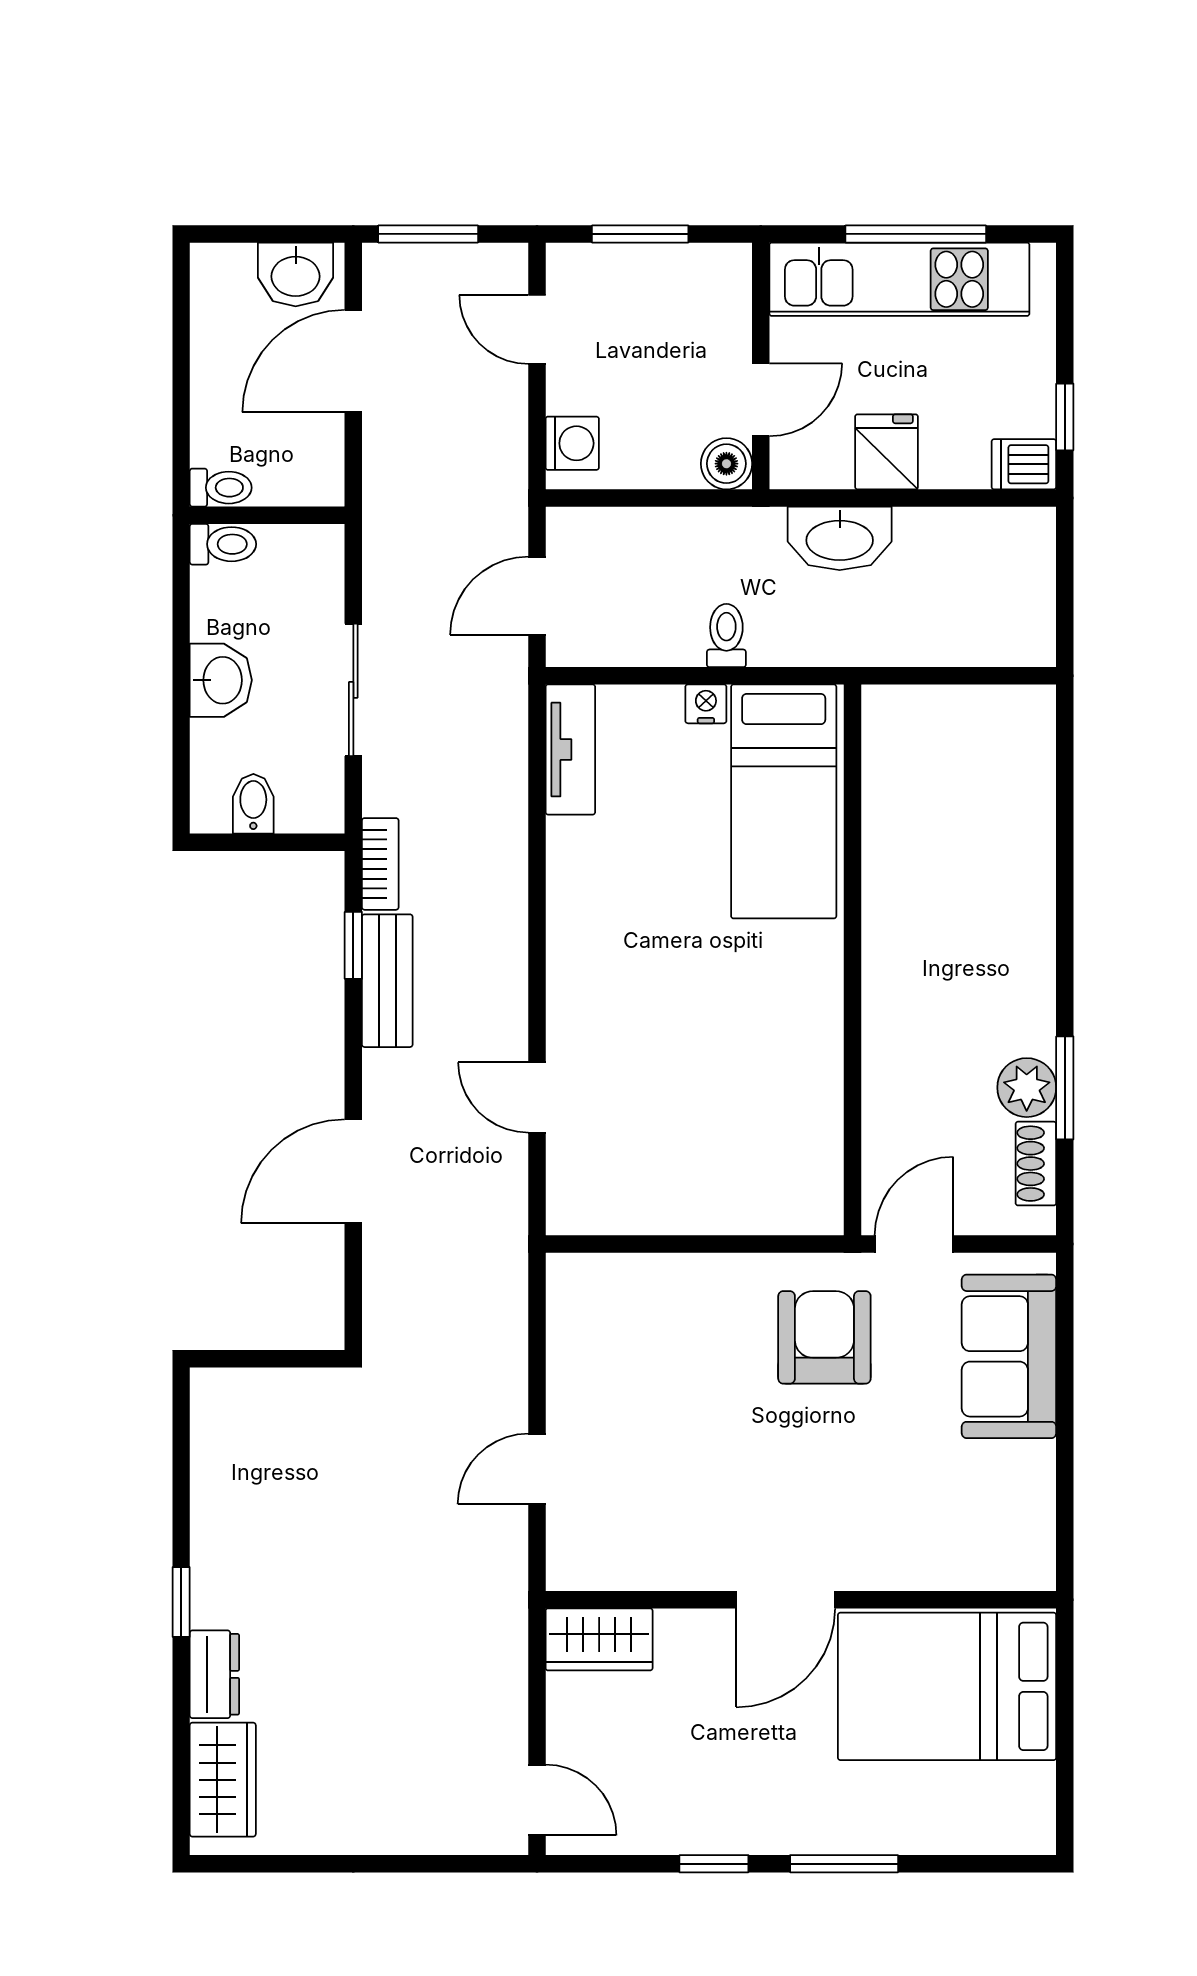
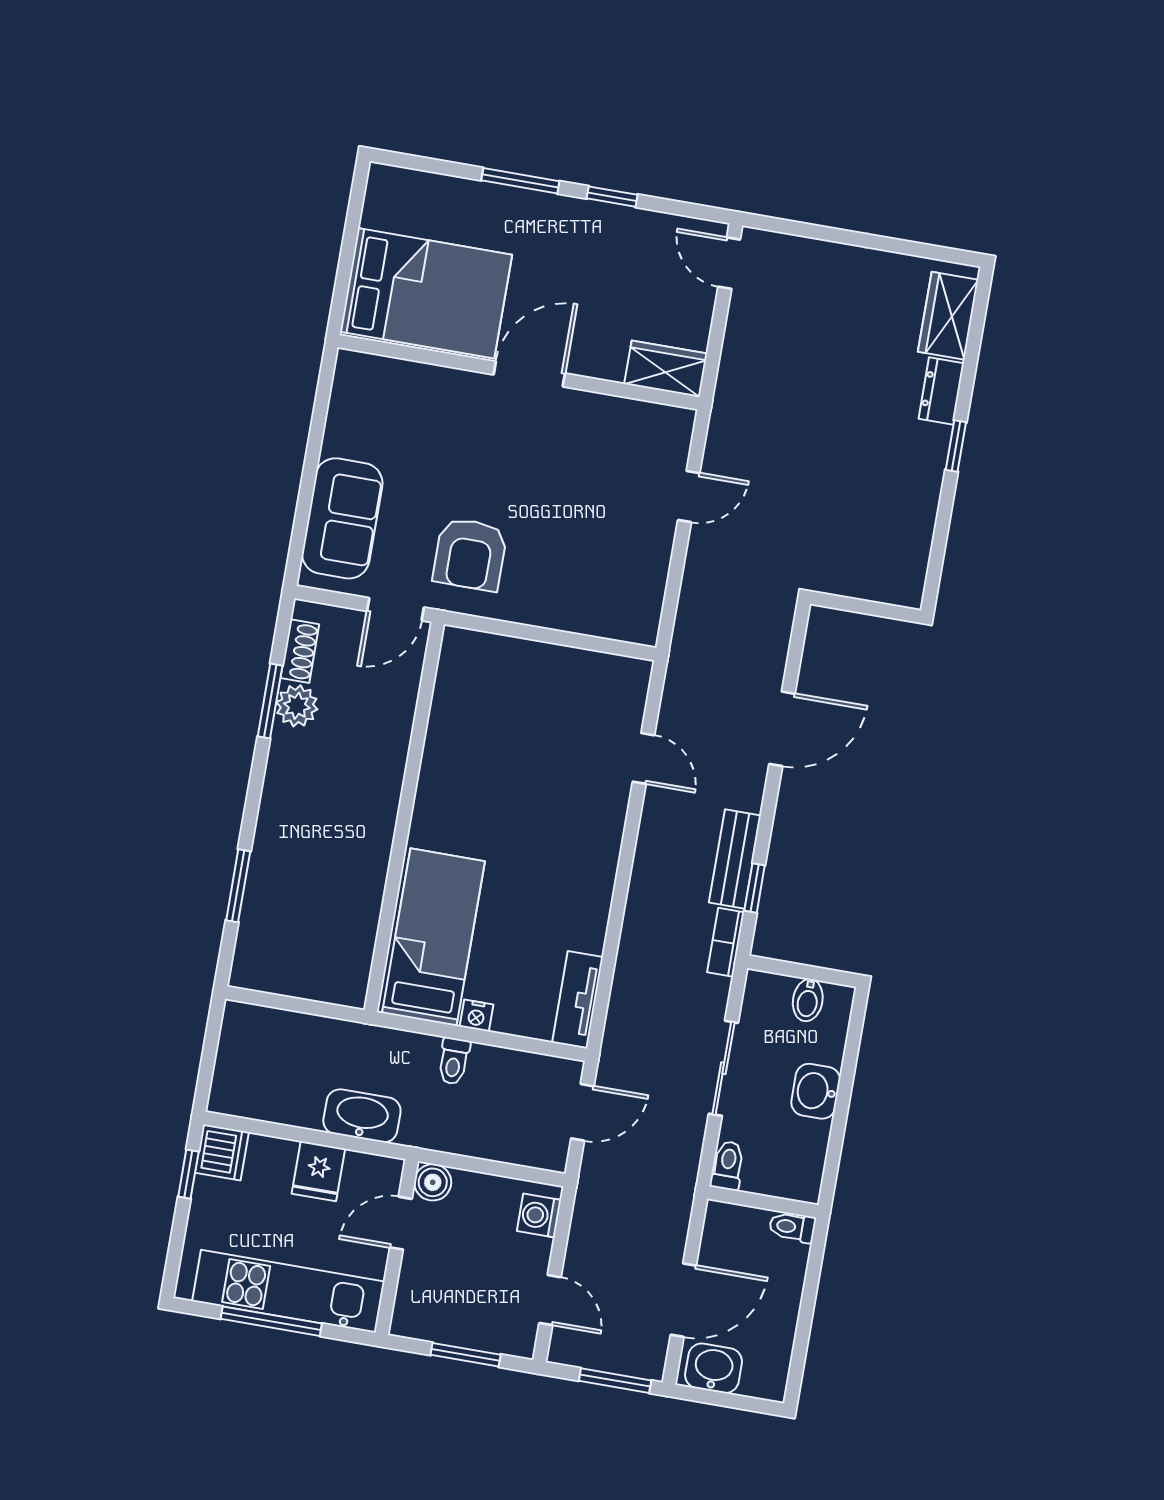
dishwasher: (1024, 464) -> (222, 1152), width x1.38
toilet: (223, 544) -> (728, 1165), moved, turned 90
window: (1065, 826) -> (238, 886), added

